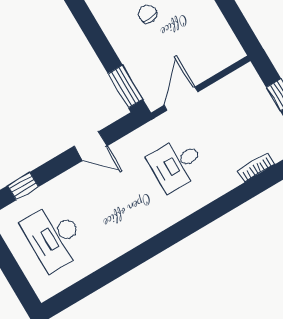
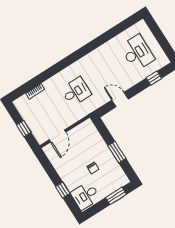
window: (125, 86) -> (117, 152), moved
door: (181, 99) -> (58, 136), moved

